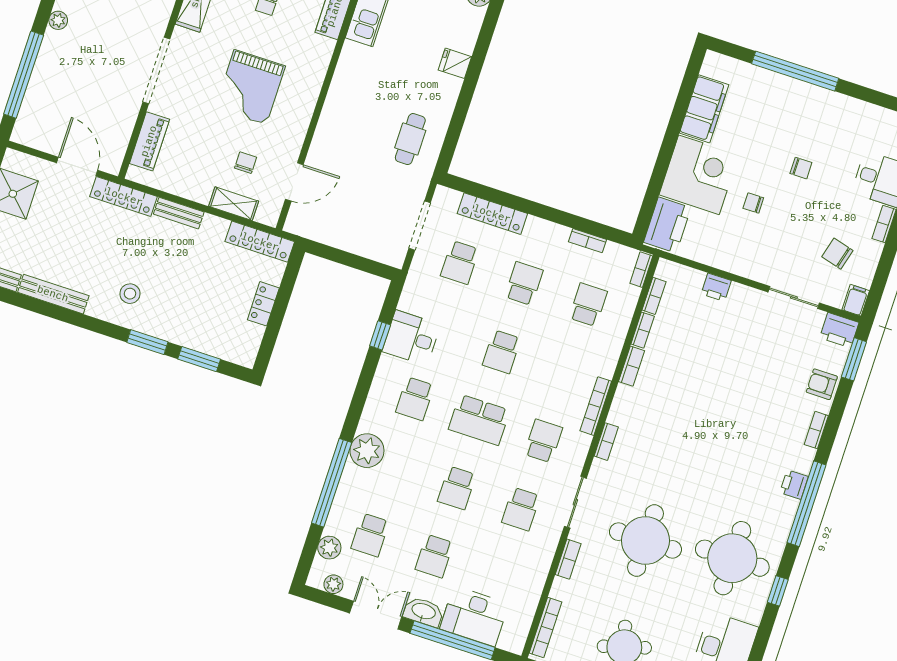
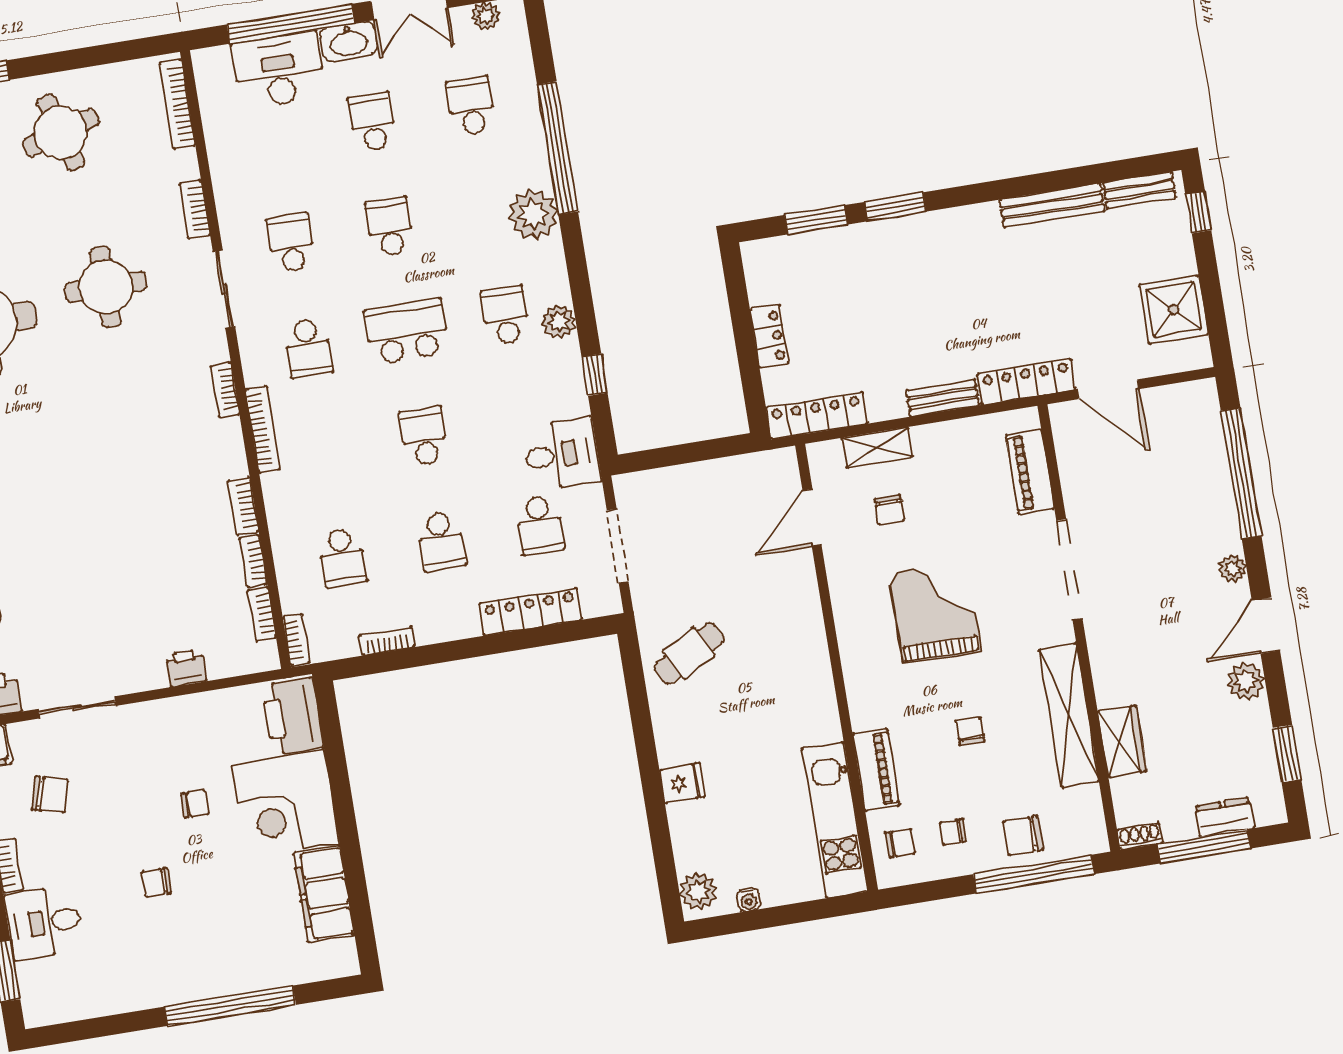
cafe table: (410, 139) -> (689, 653), turned 61
school desk: (460, 262) -> (540, 525), turned 180
stool: (130, 294) -> (952, 259), removed
desk: (411, 338) -> (562, 454), moved
round table: (645, 541) -> (106, 287), width x0.73, depth x0.73
plant: (329, 548) -> (559, 322), moved

